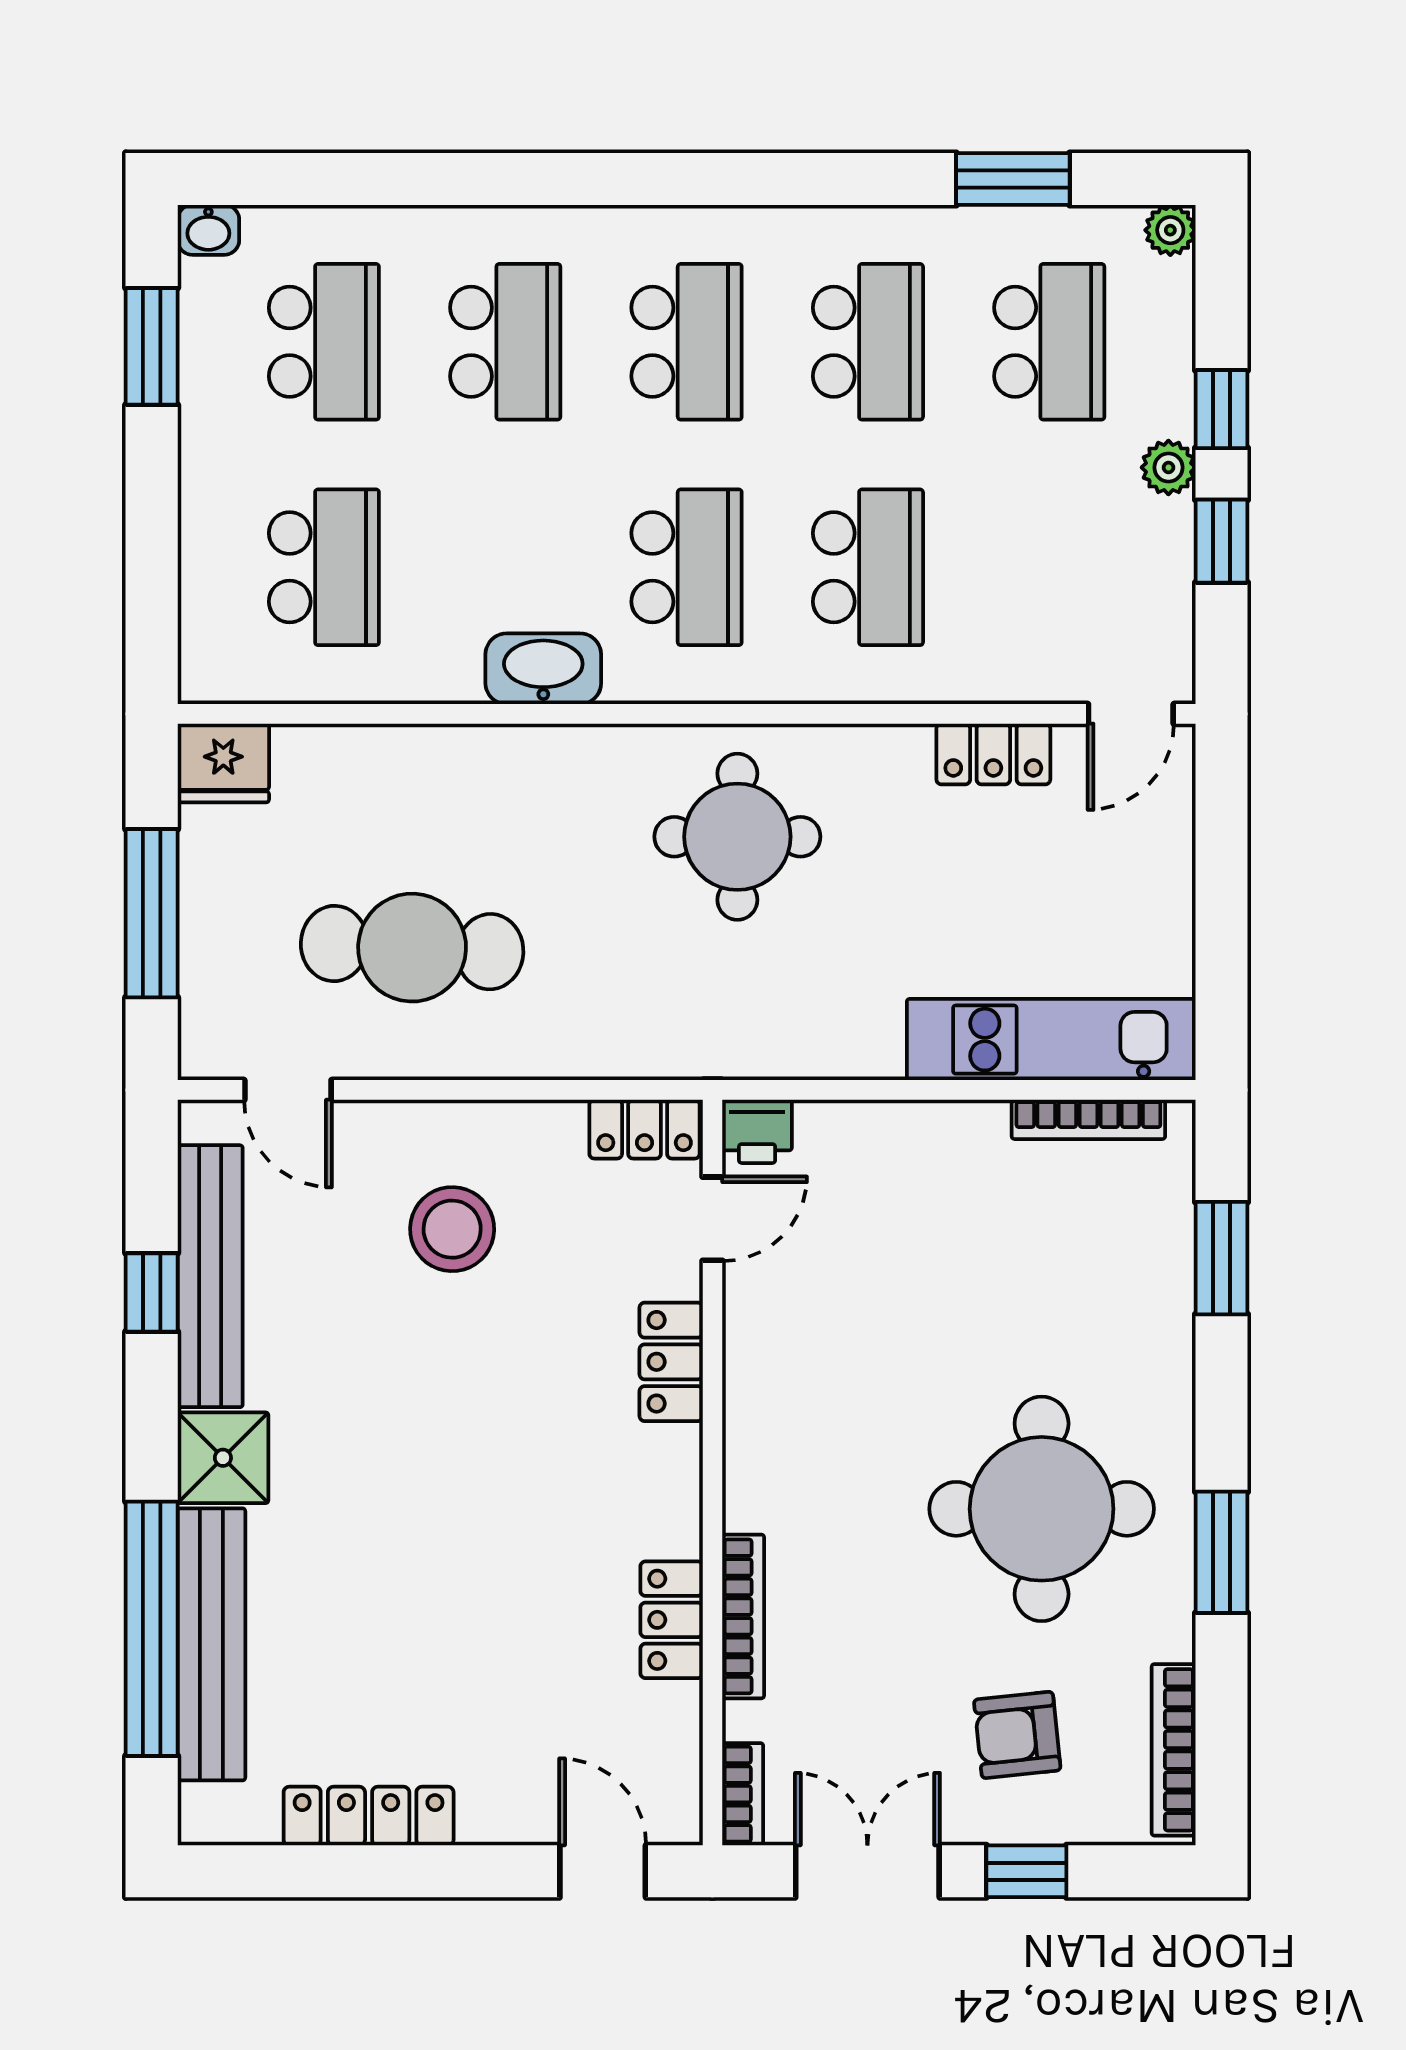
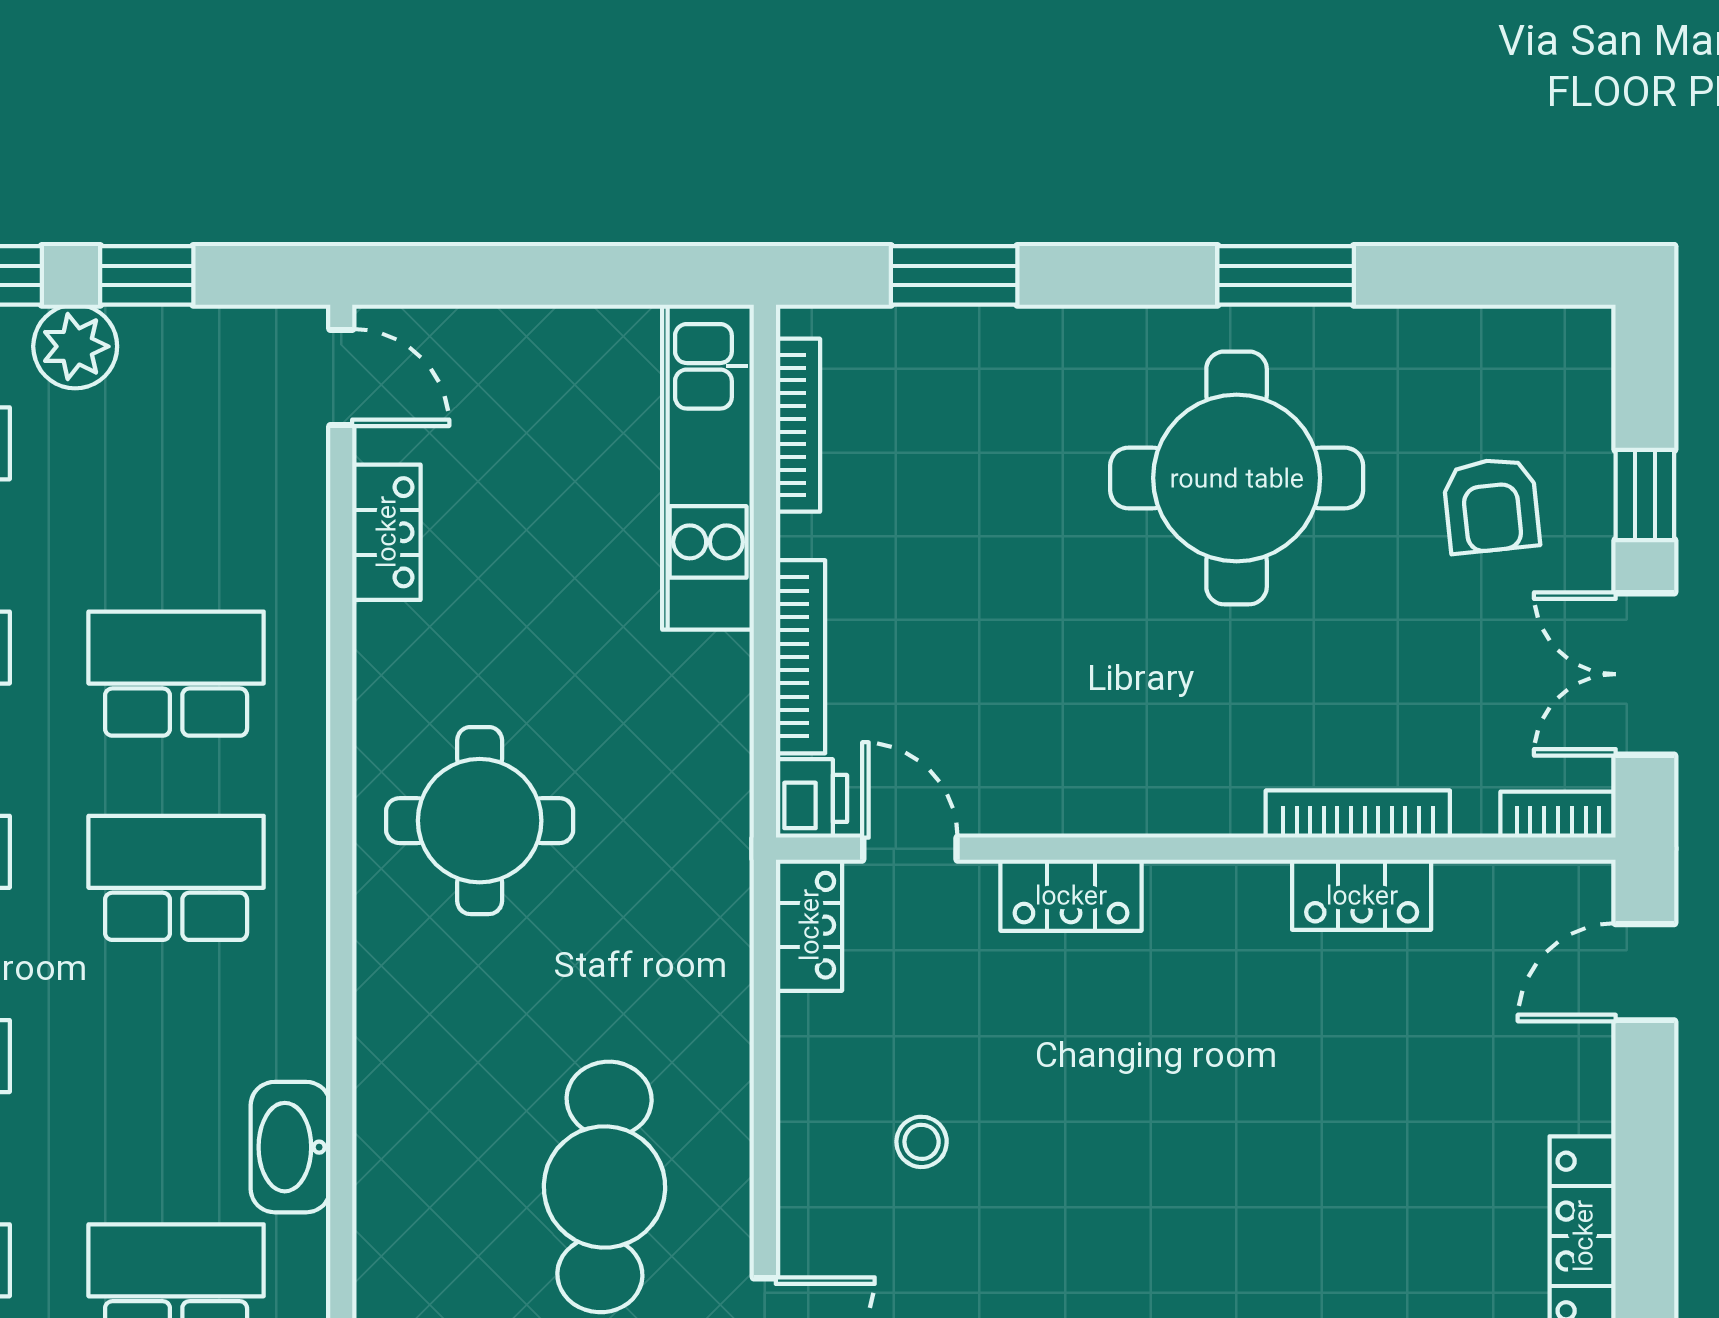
plant: (1168, 467) -> (75, 346), width x1.38, depth x1.38
washbasin: (543, 669) -> (290, 1147), moved
stool: (452, 1229) -> (922, 1142), width x0.53, depth x0.53
bookcase: (1174, 1750) -> (801, 657), moved, turned -90

